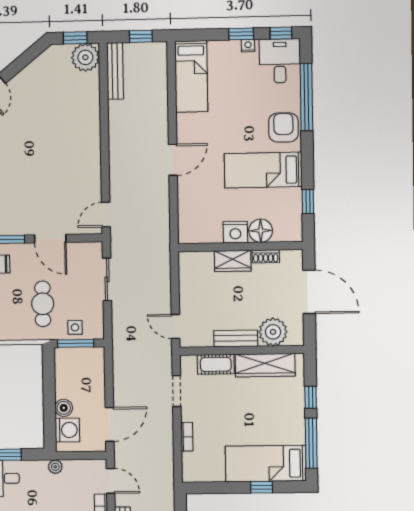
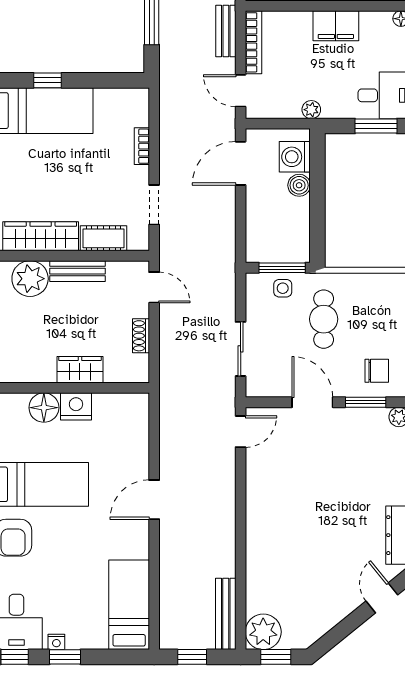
shoe rack: (266, 256) -> (141, 336), moved, turned -90

